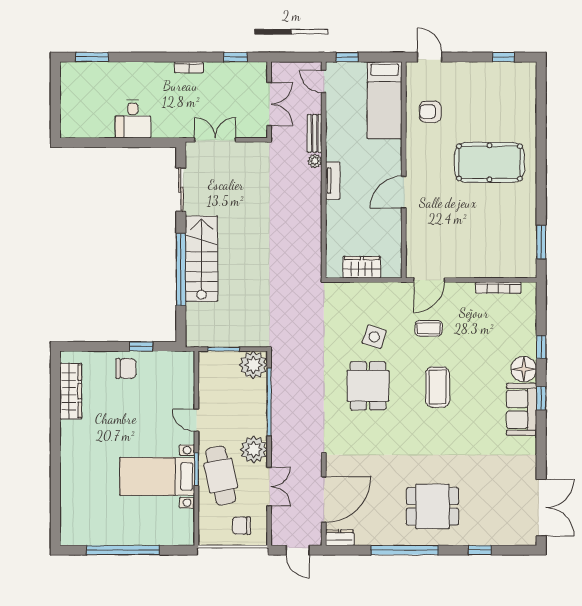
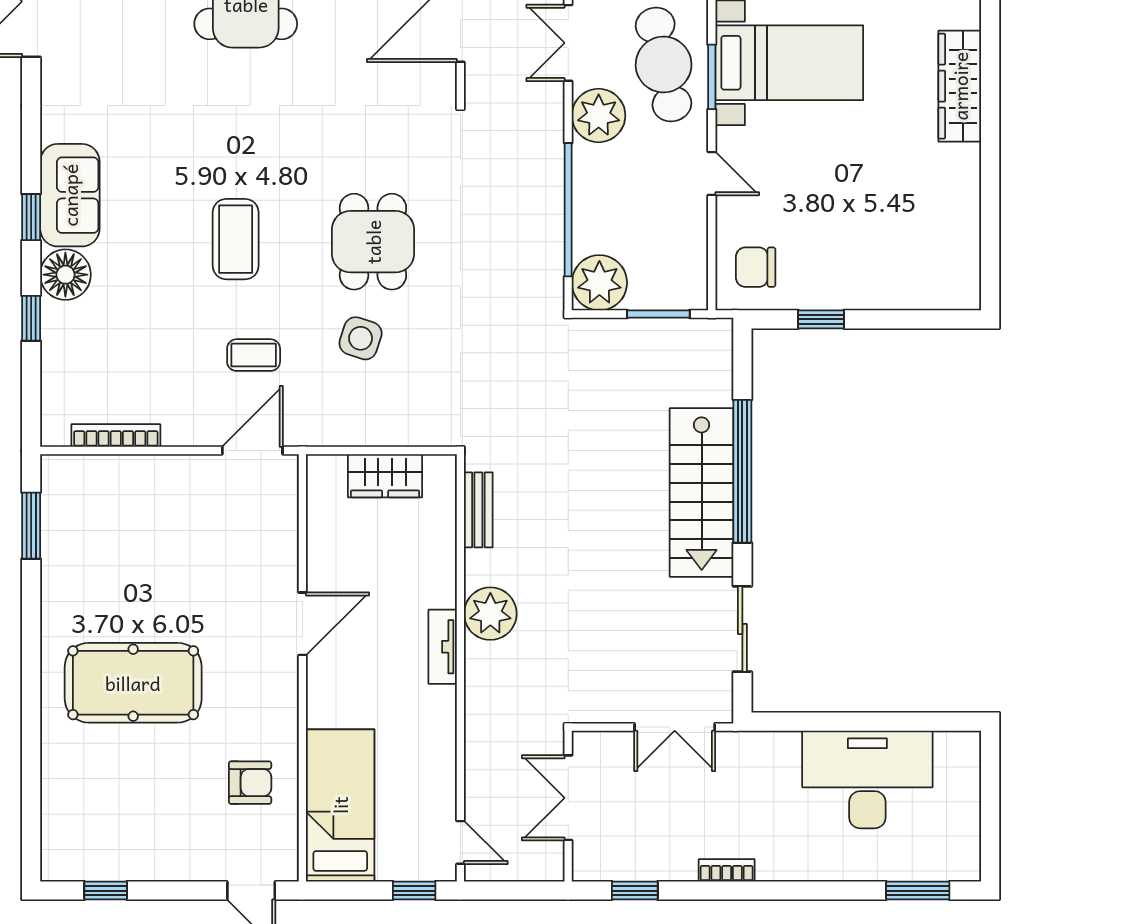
desk: (133, 119) -> (867, 779), width x1.87, depth x1.30
bench: (315, 133) -> (478, 510), moved
plant: (315, 161) -> (490, 614), moved, width x1.88, depth x1.88
chair: (126, 368) -> (756, 267), moved
wardrobe: (71, 391) -> (960, 86), moved

